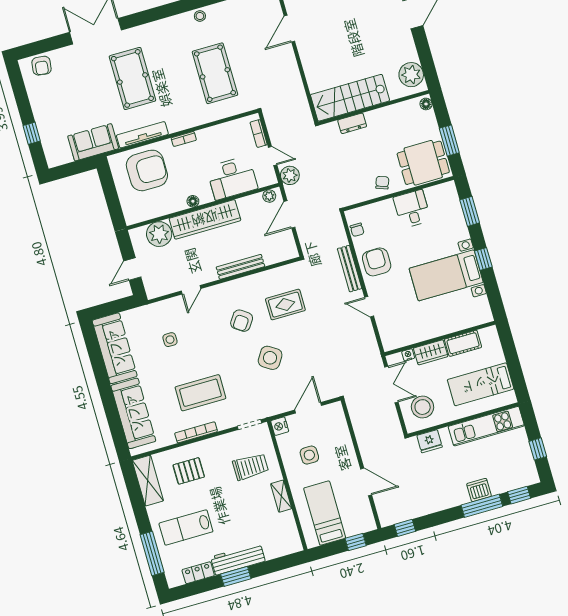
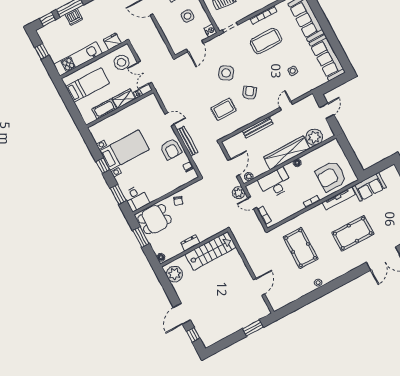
pool table: (132, 78) -> (353, 233), turned 90
dresser: (352, 123) -> (190, 243), moved
desk: (412, 209) -> (136, 198), moved

